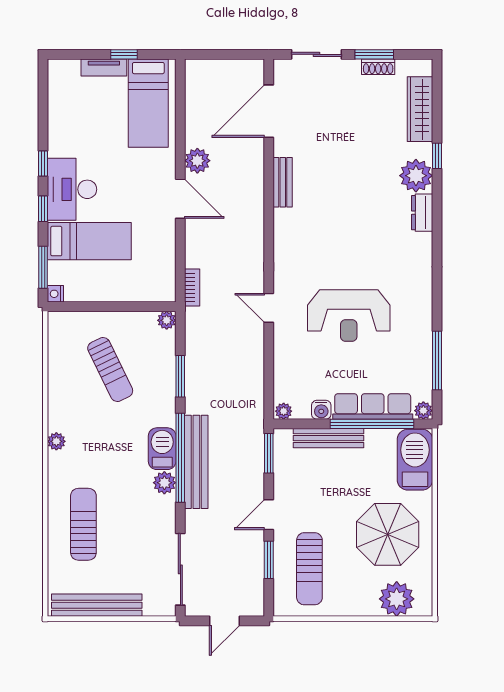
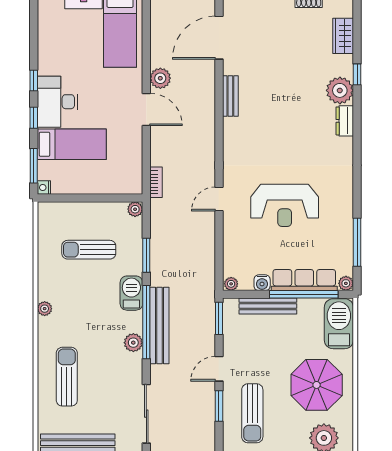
wardrobe: (420, 109) -> (343, 36), width x0.67
door: (269, 308) -> (219, 199), hinge flipped
sun lounger: (110, 369) -> (89, 250), turned 116
barbecue: (162, 449) -> (131, 293), moved

